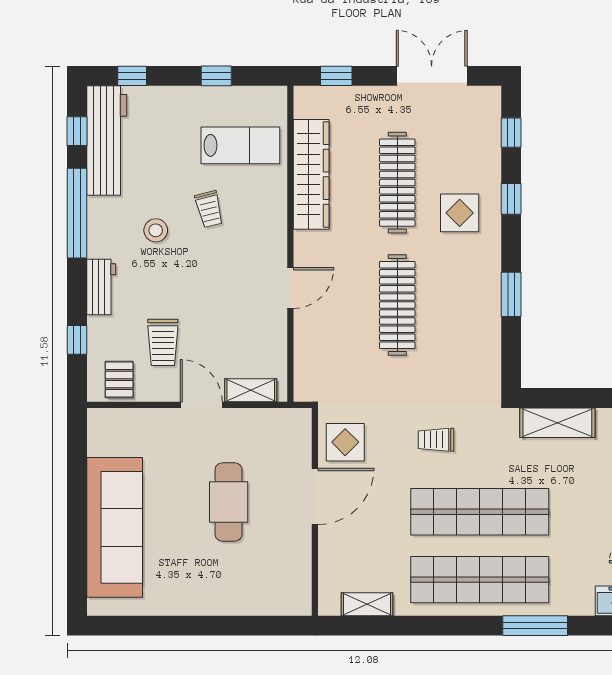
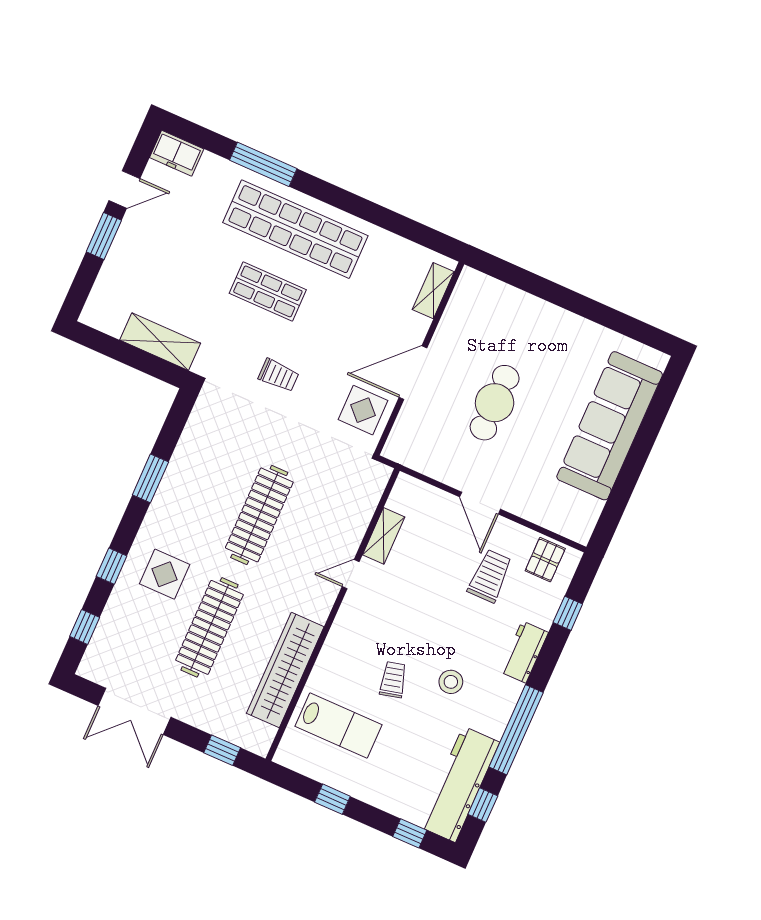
lab bench: (240, 145) -> (339, 725), turned 180
door: (290, 288) -> (351, 574), width x0.73
shelving: (251, 390) -> (384, 536), moved, turned 90
shop shelf: (480, 512) -> (268, 291), width x0.50, depth x0.74
shelving: (367, 604) -> (433, 291), moved, turned 90

